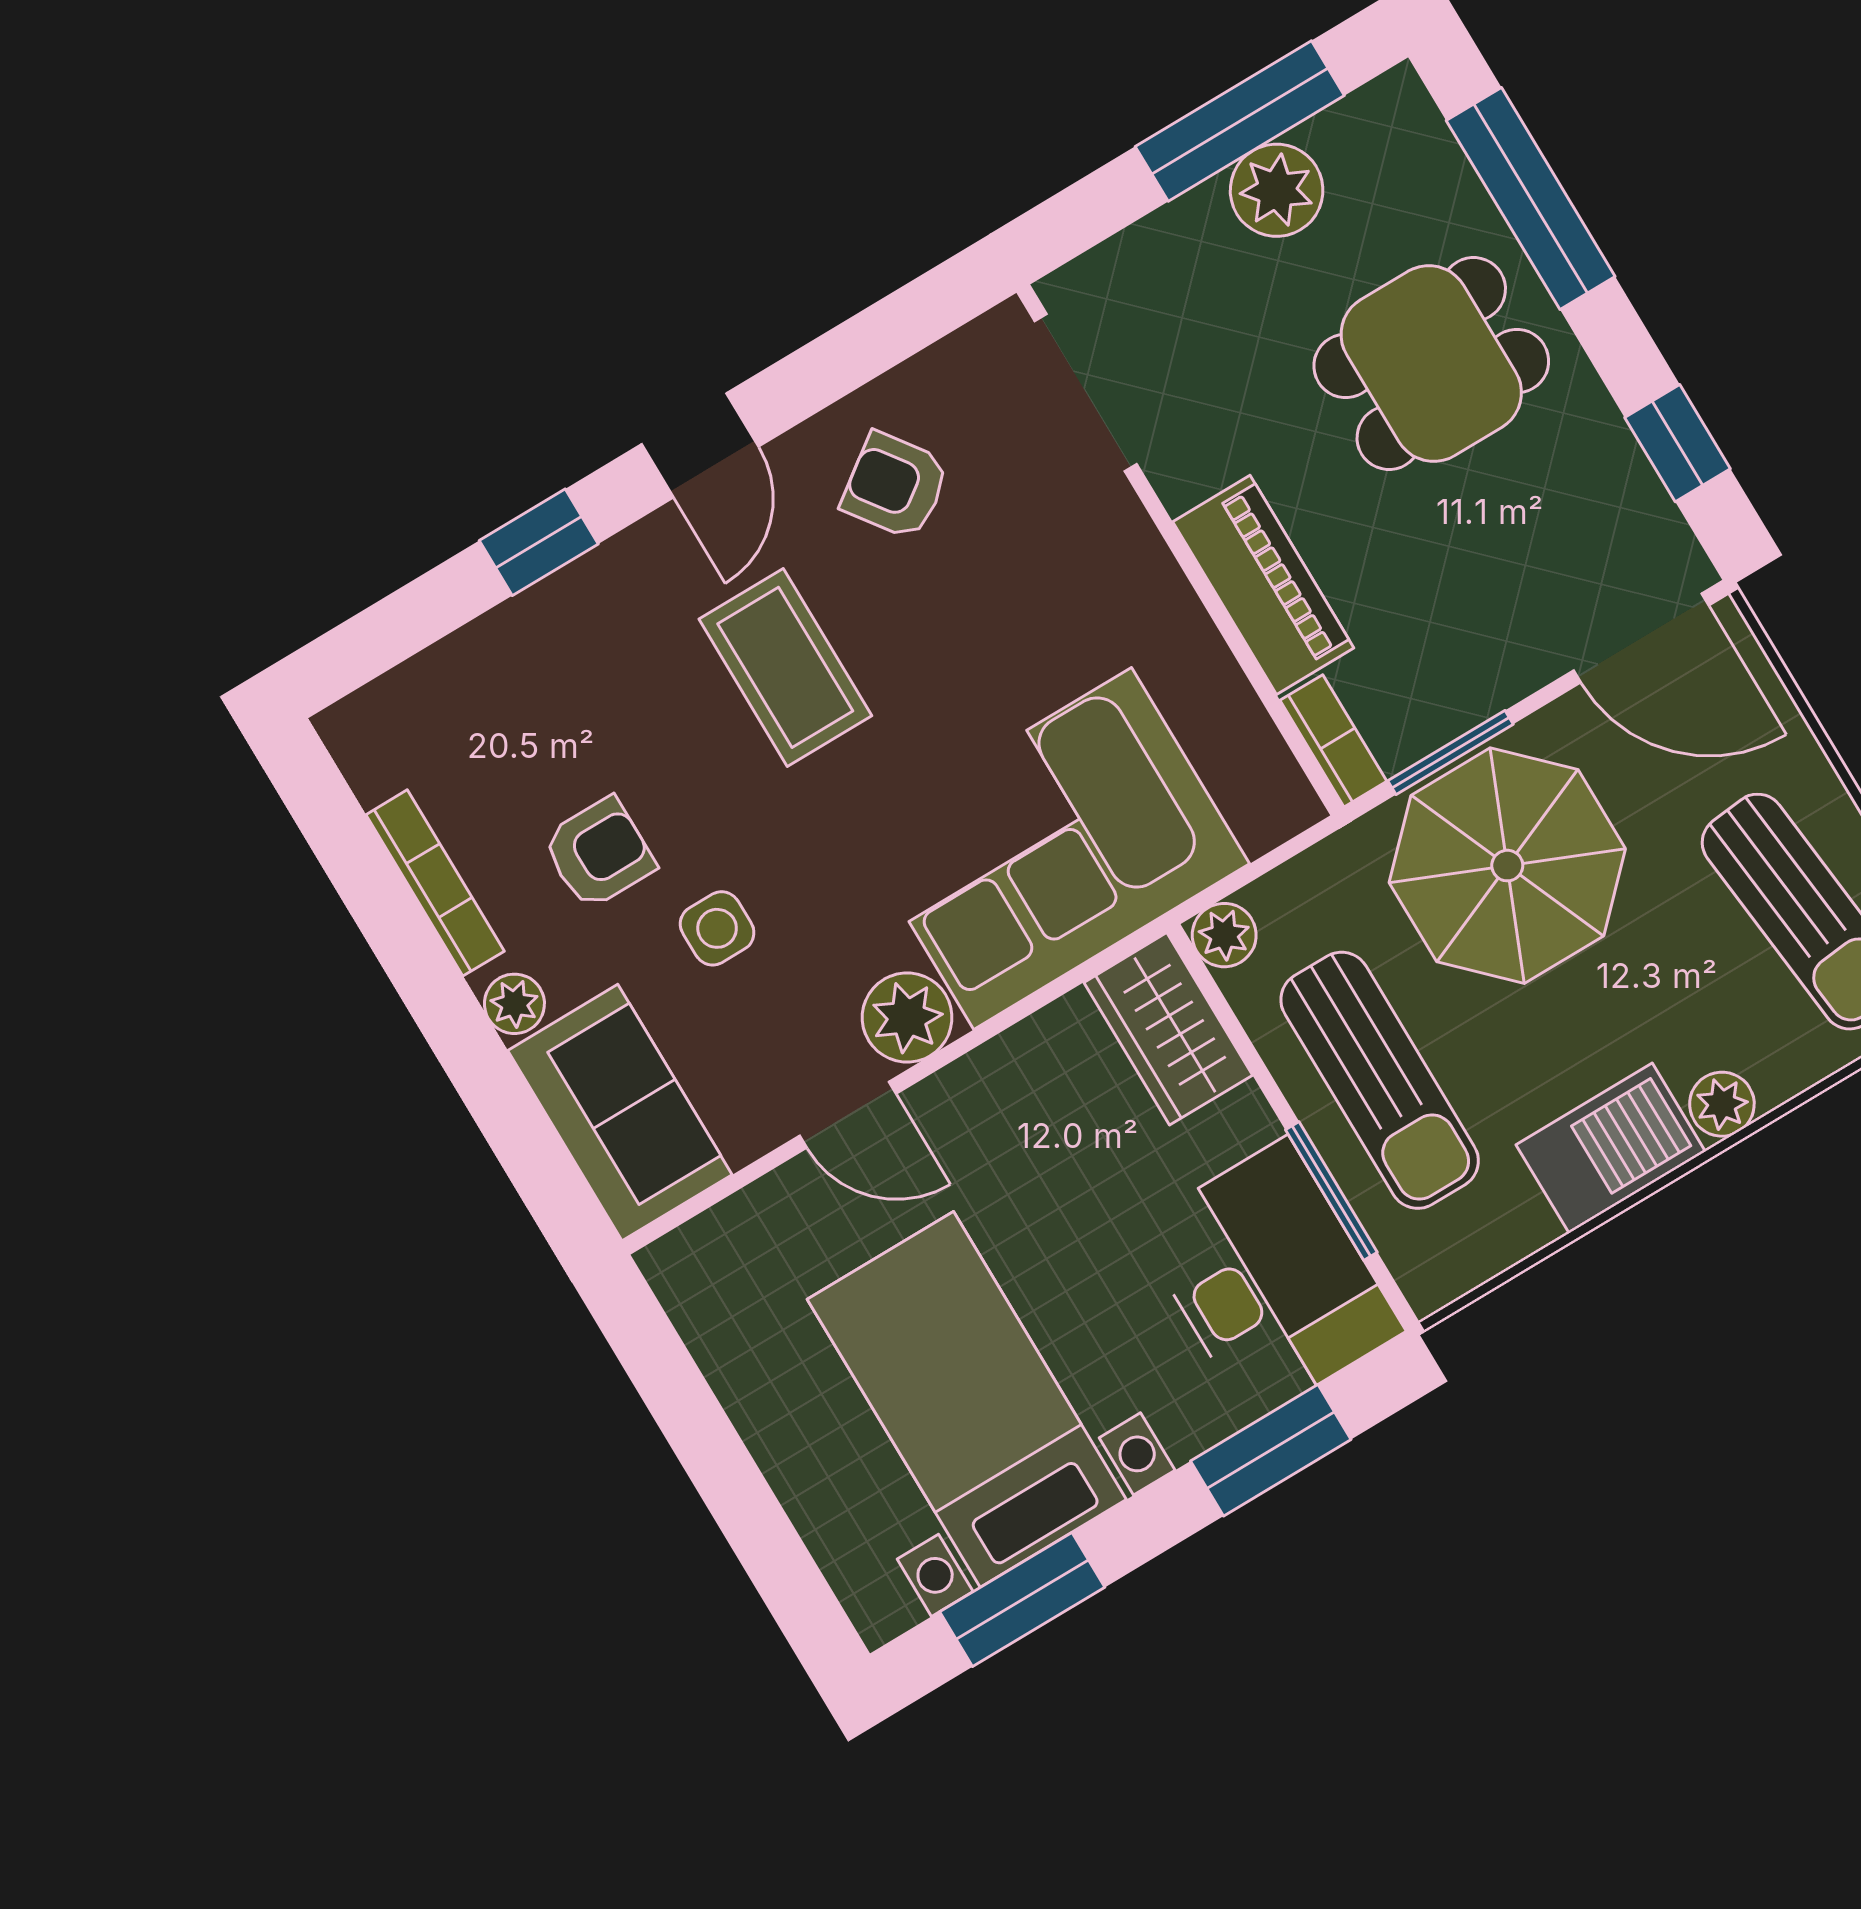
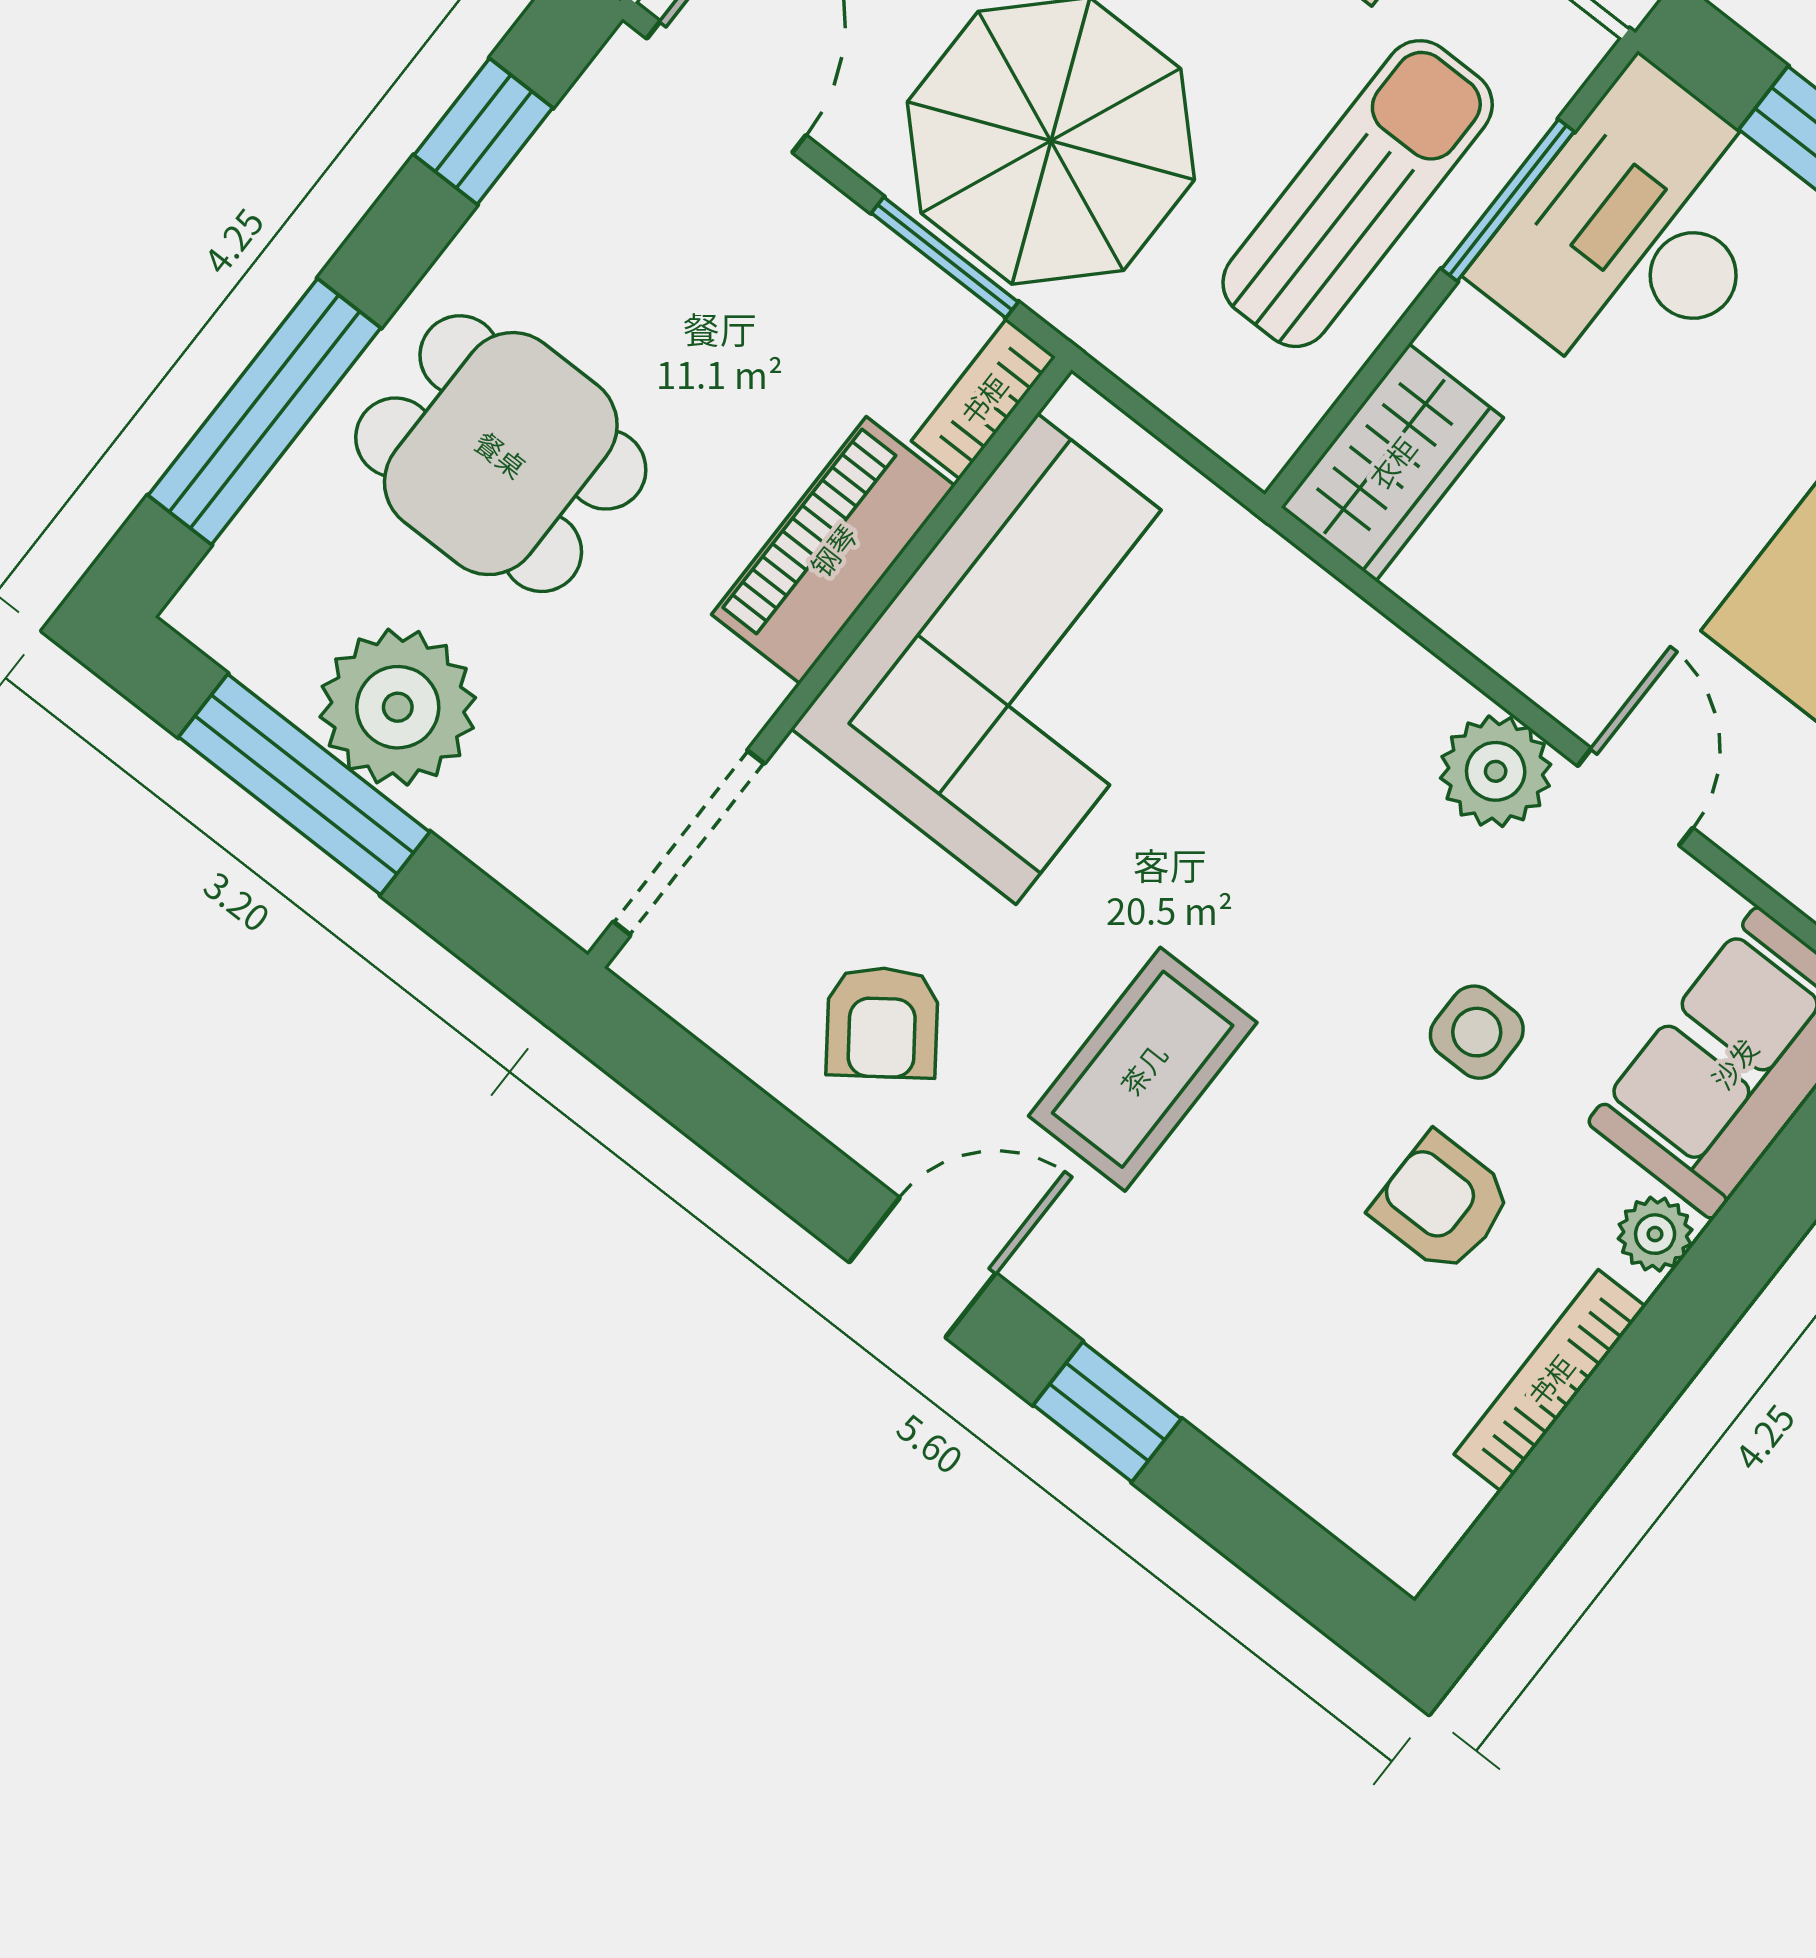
plant: (1277, 190) -> (398, 707), width x1.36, depth x1.36
corner sofa: (1053, 848) -> (1027, 659), moved, turned -90
plant: (1224, 935) -> (1258, 439), removed

